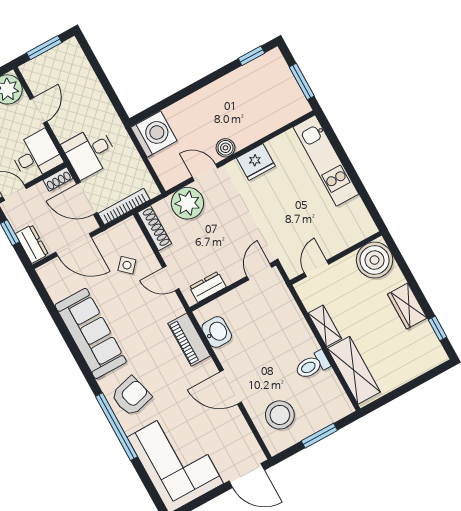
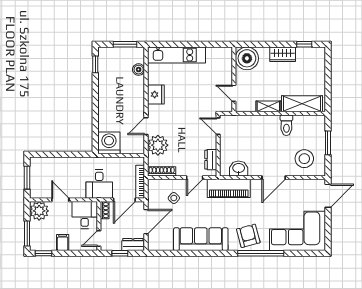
boiler: (225, 148) -> (139, 70), moved
piano: (189, 340) -> (229, 188), width x1.37, depth x1.33

